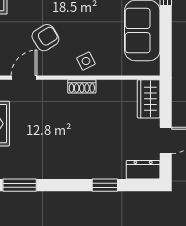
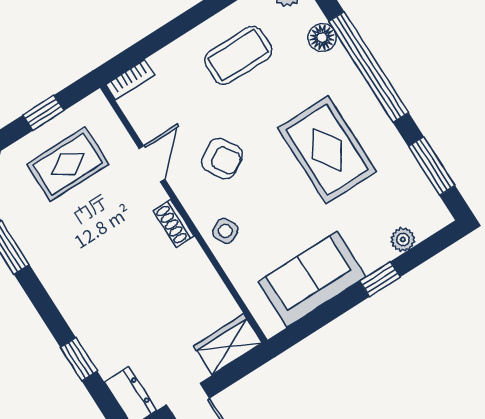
door: (24, 78) -> (152, 164), hinge flipped
shoe rack: (82, 86) -> (174, 223), moved

